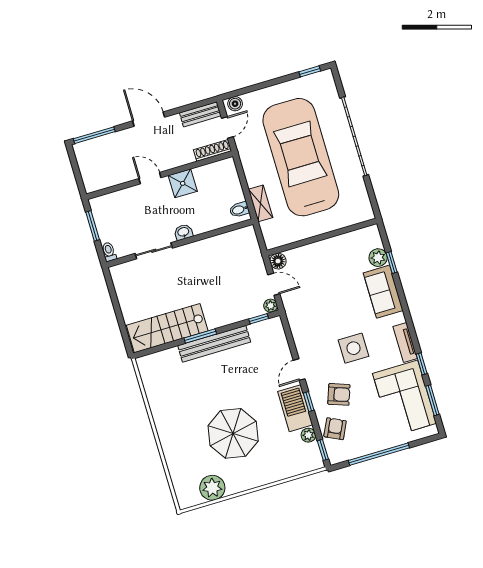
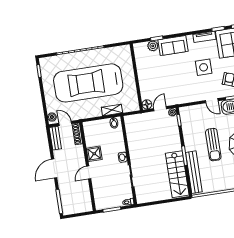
bench: (214, 344) -> (194, 172), moved
sun lounger: (225, 382) -> (213, 145), added

